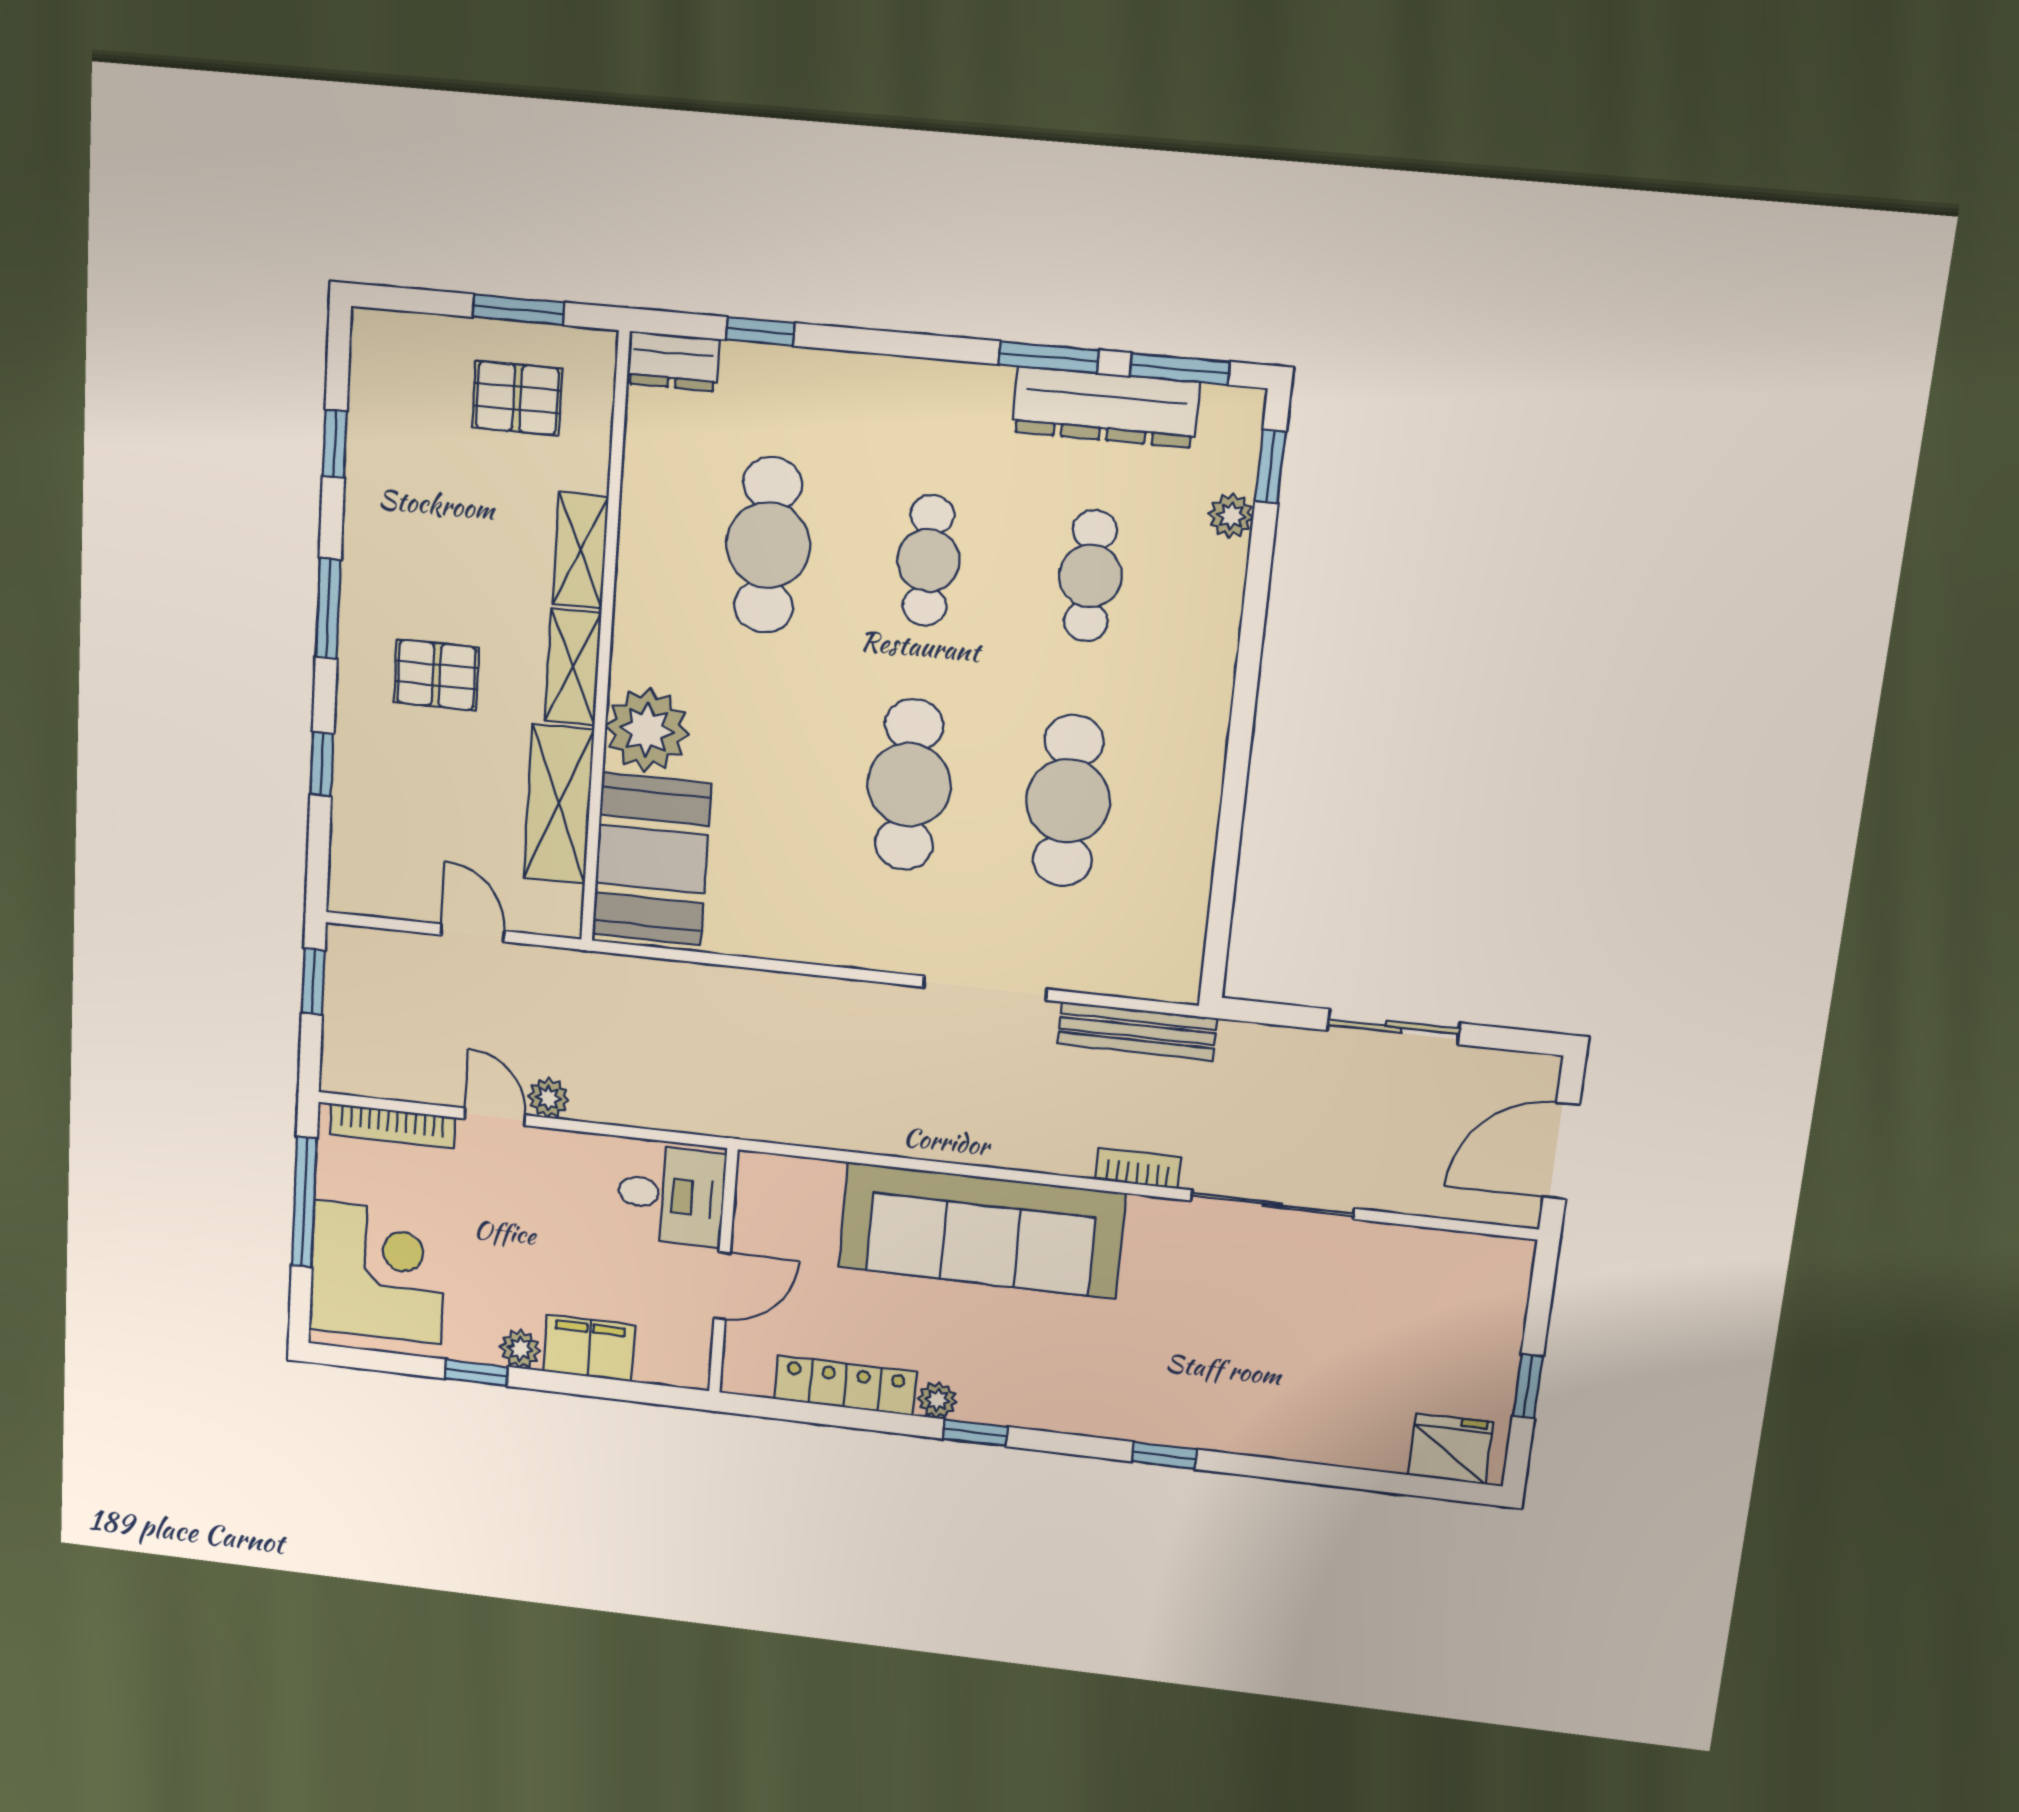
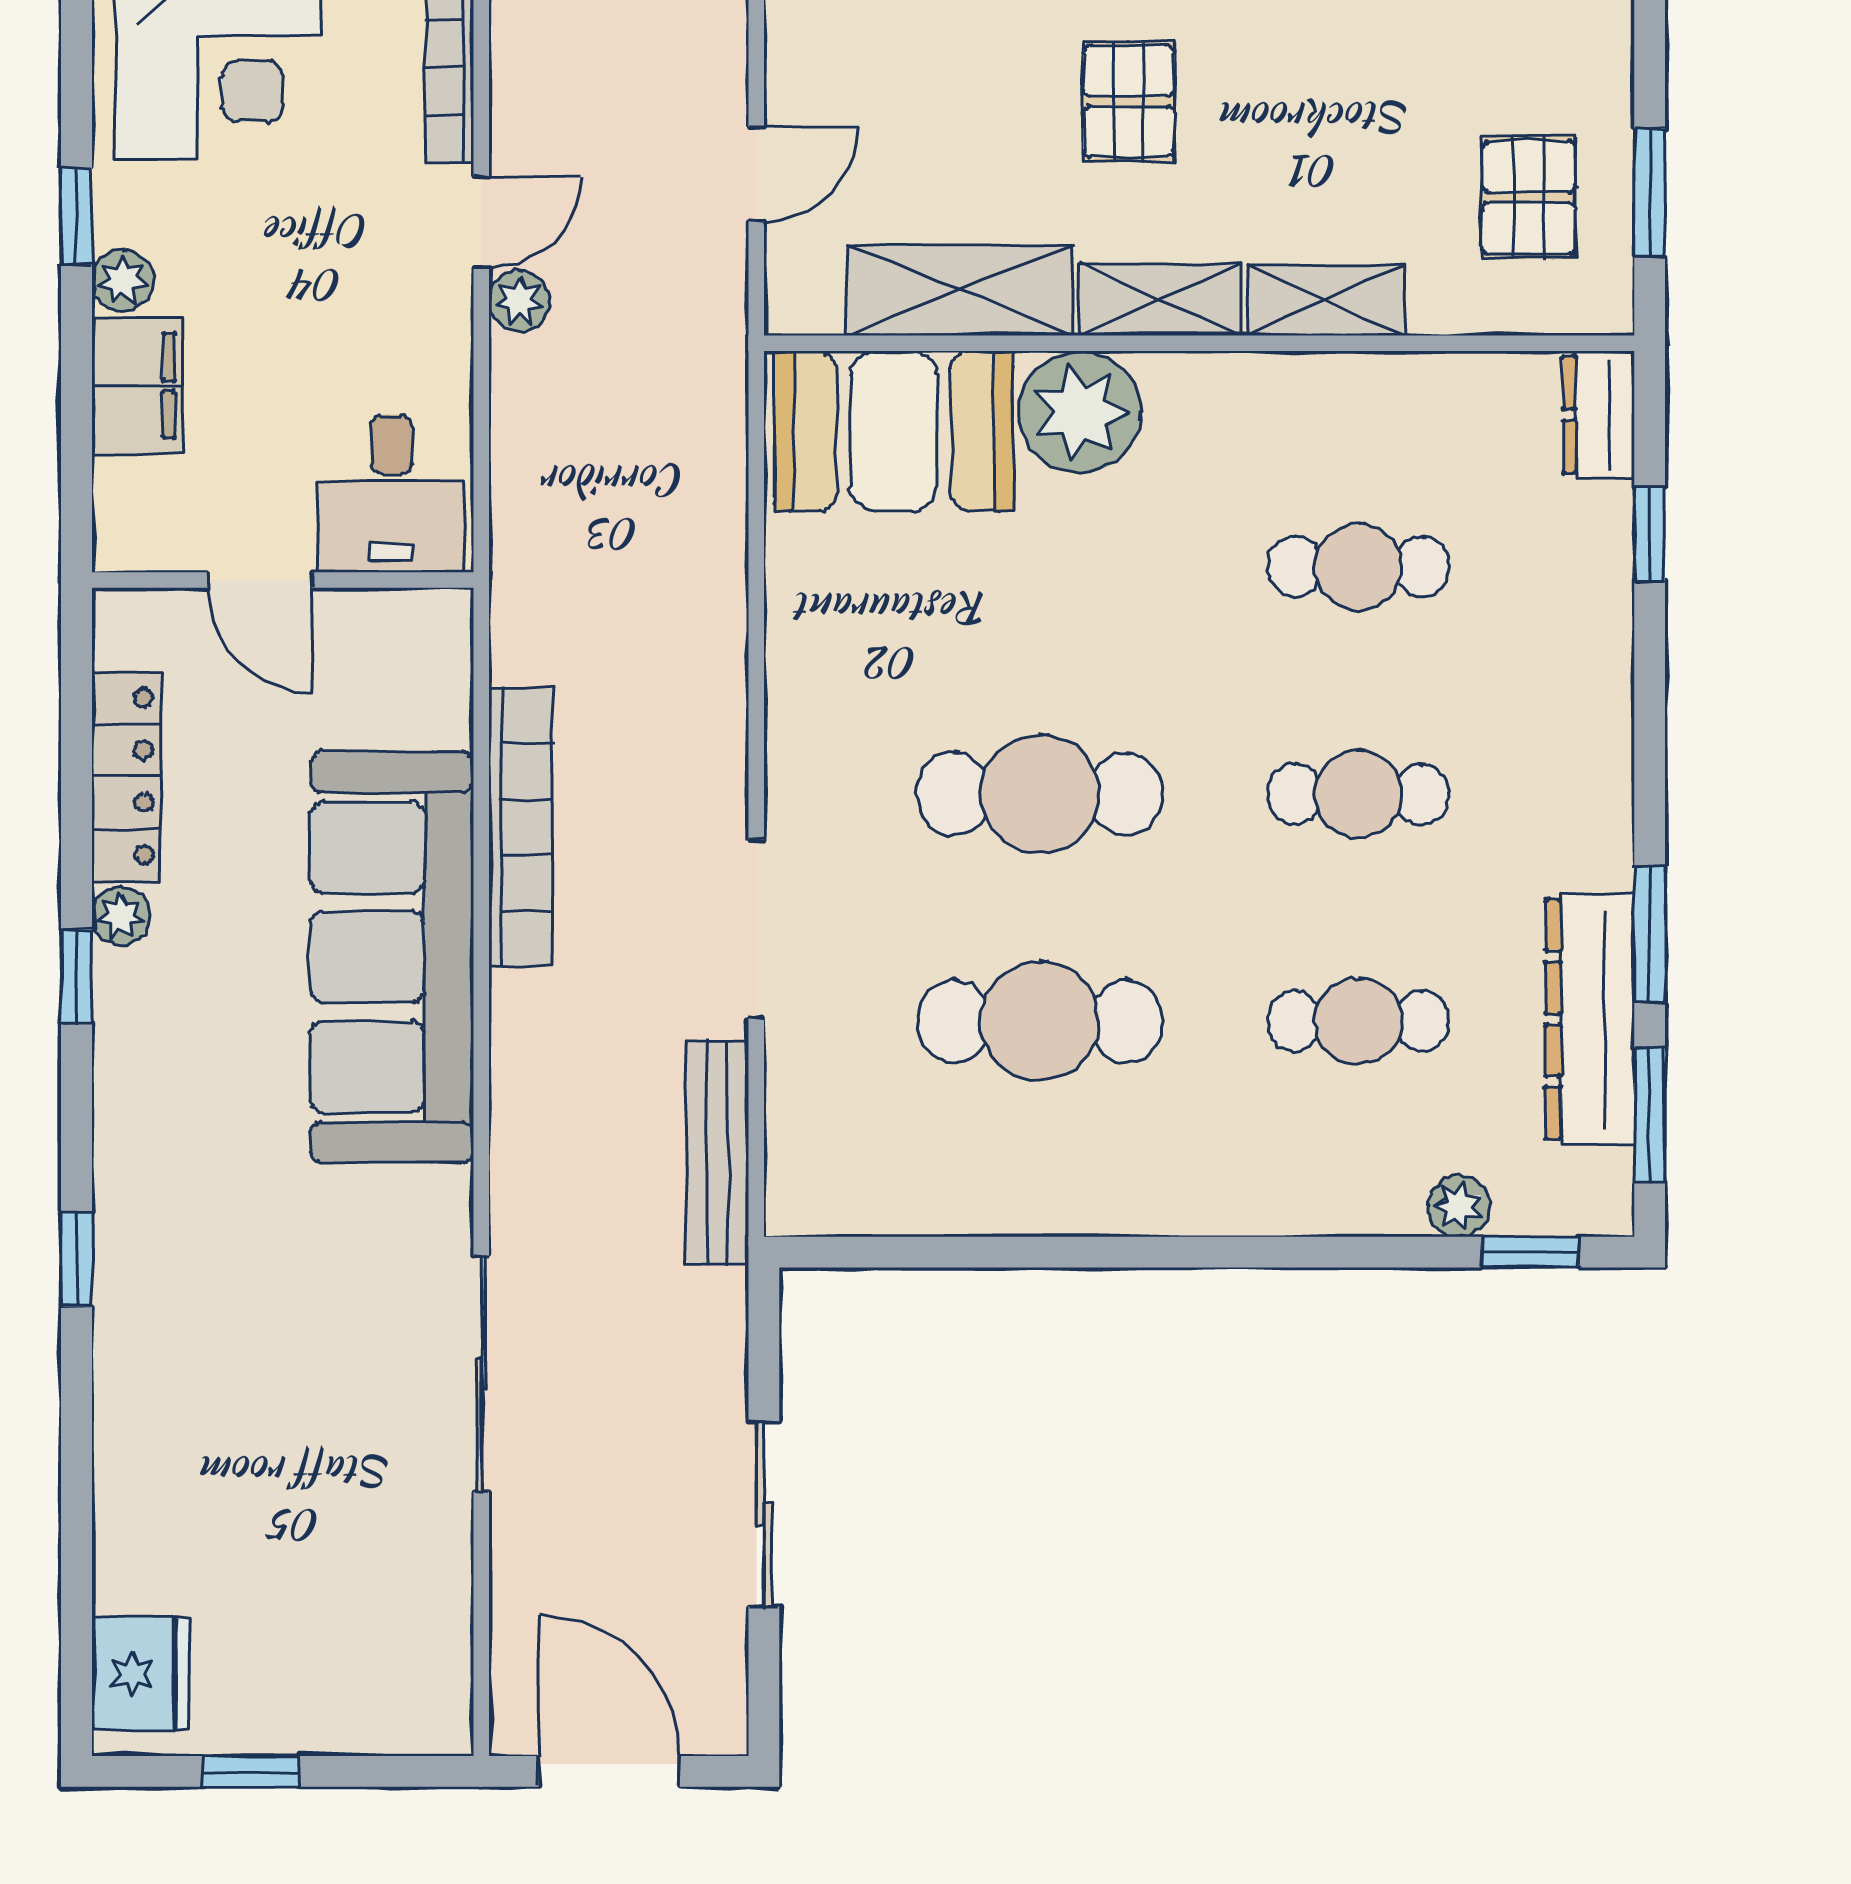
cafe table: (768, 545) -> (1358, 567), width x0.73, depth x0.74
bookcase: (1138, 1168) -> (521, 827), moved, width x2.31, depth x1.31

